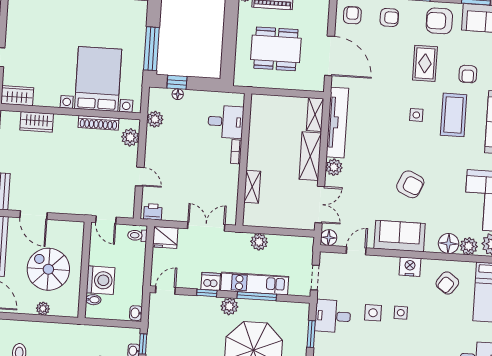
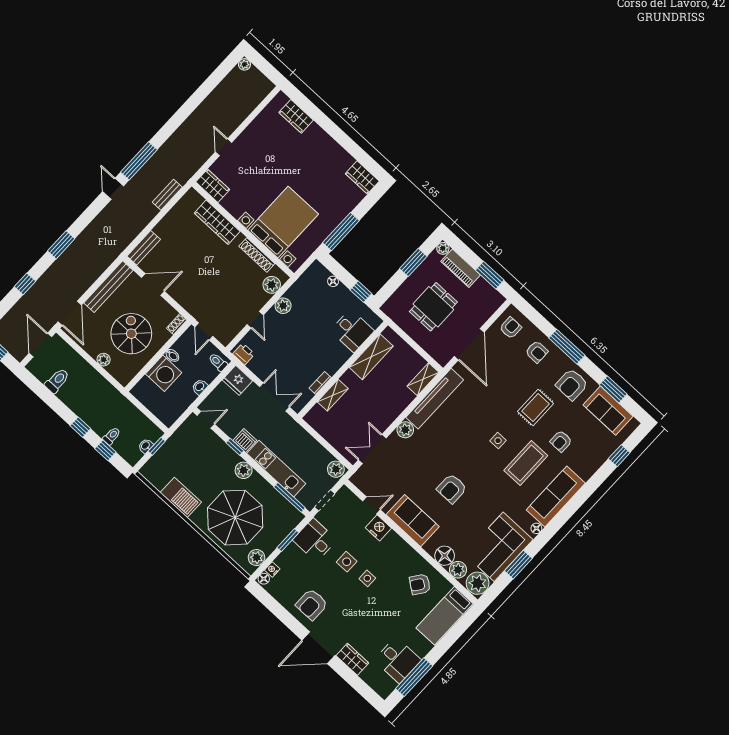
armchair: (439, 21) -> (572, 384), turned -90
window: (230, 26) -> (413, 262), added
dining table: (276, 49) -> (433, 307), width x0.73
window: (177, 82) -> (361, 292), moved
plant: (155, 119) -> (283, 306), moved
wardrobe: (37, 122) -> (217, 222), width x1.50
bookcase: (236, 152) -> (320, 383), moved
shelving: (310, 156) -> (371, 357), moved
armchair: (410, 184) -> (452, 489), turned 66
double door: (320, 205) -> (372, 449), swing flipped
door: (34, 215) -> (153, 284), swing flipped
shoe rack: (79, 232) -> (177, 324), added
floor lamp: (329, 238) -> (359, 479), removed
plant: (259, 242) -> (336, 469), moved
nightstand: (410, 267) -> (378, 528), moved
window: (257, 296) -> (290, 497), moved
bidet: (93, 300) -> (172, 355), moved
washbasin: (136, 313) -> (200, 387), moved

